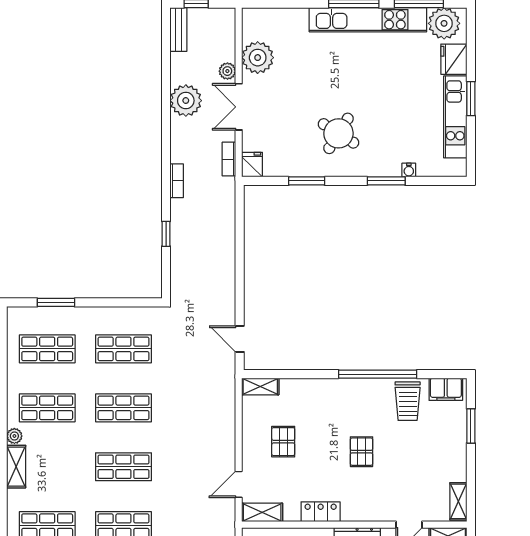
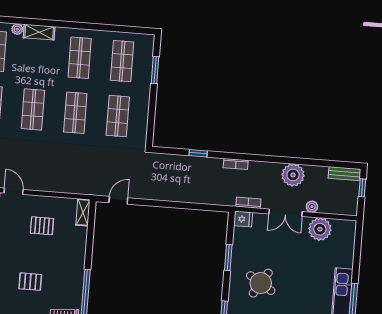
double door: (239, 107) -> (285, 213), swing flipped
plant: (14, 436) -> (17, 29), moved

